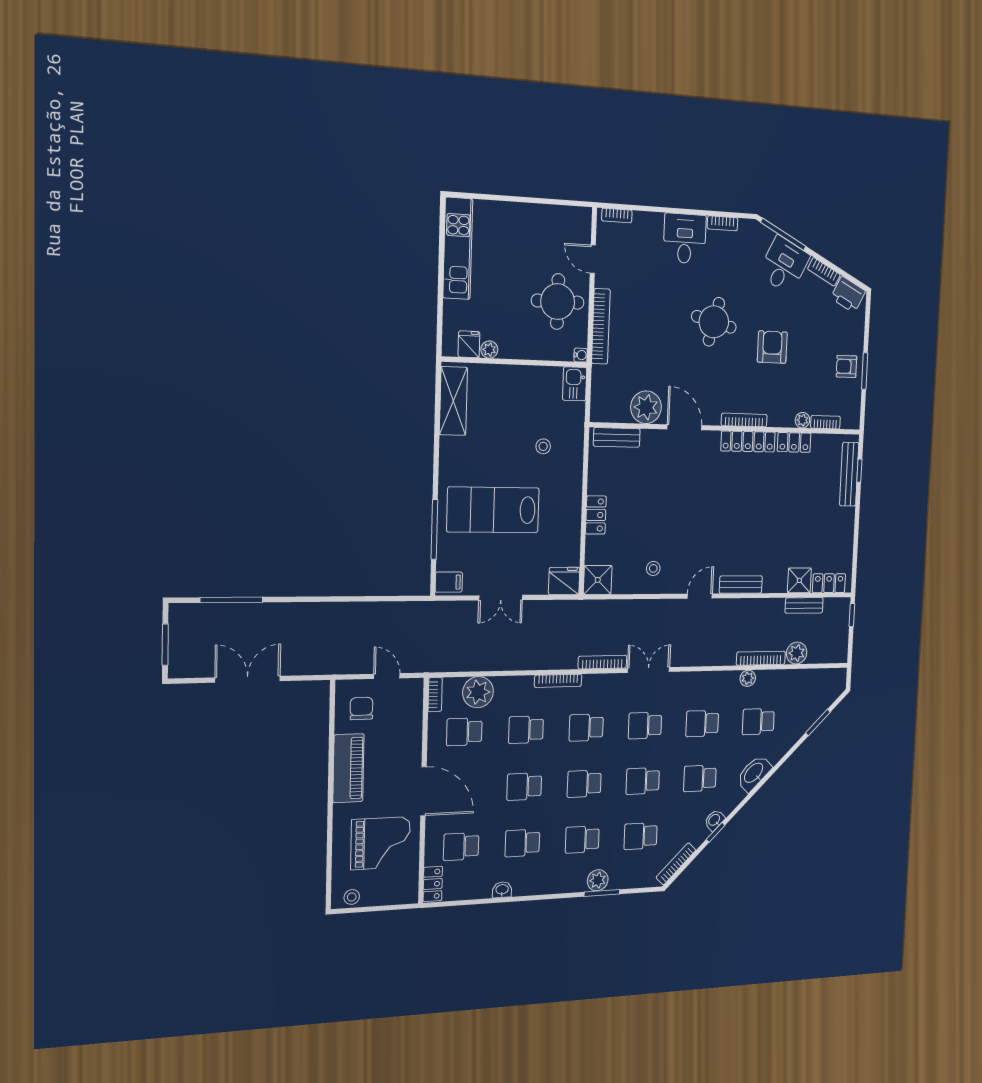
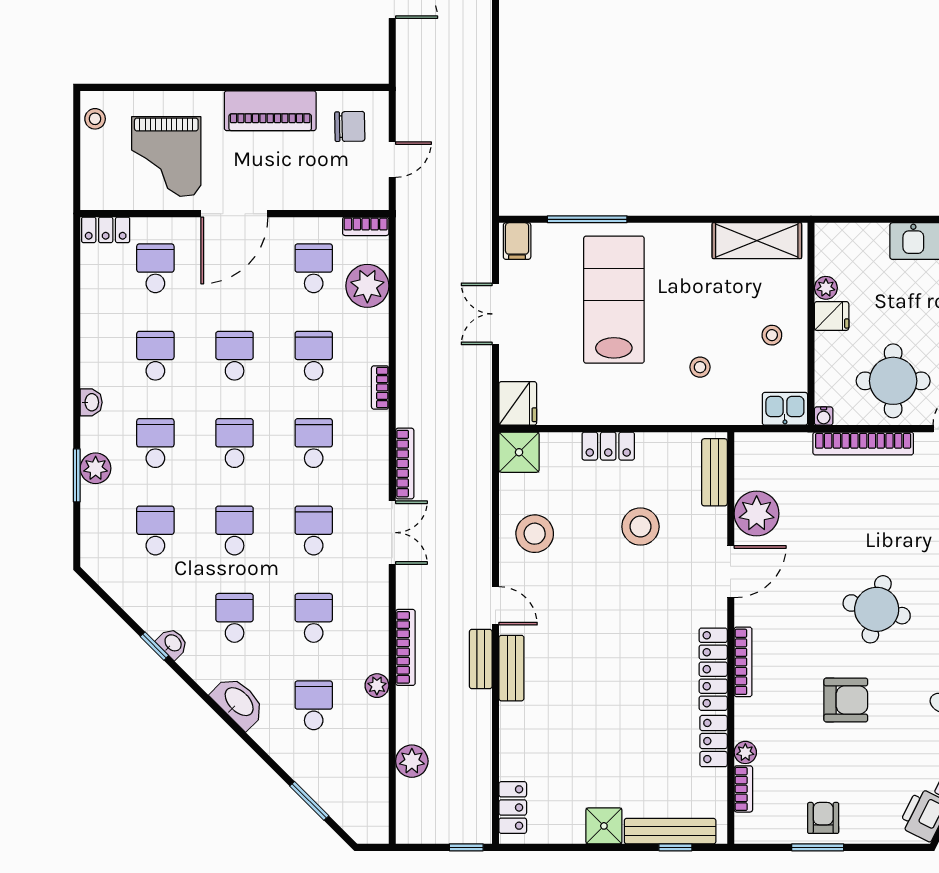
fridge: (469, 344) -> (832, 316), moved
stool: (522, 392) -> (772, 335), added
stool: (651, 492) -> (640, 527), added
stool: (653, 568) -> (535, 534), width x1.89, depth x1.89
shower: (799, 580) -> (604, 826), moved
bench: (804, 605) -> (481, 659), moved
bookcase: (761, 658) -> (405, 647), moved
bookcase: (558, 681) -> (380, 387), width x0.64
bookcase: (676, 864) -> (112, 586), removed
washbasin: (502, 890) -> (91, 402), moved

